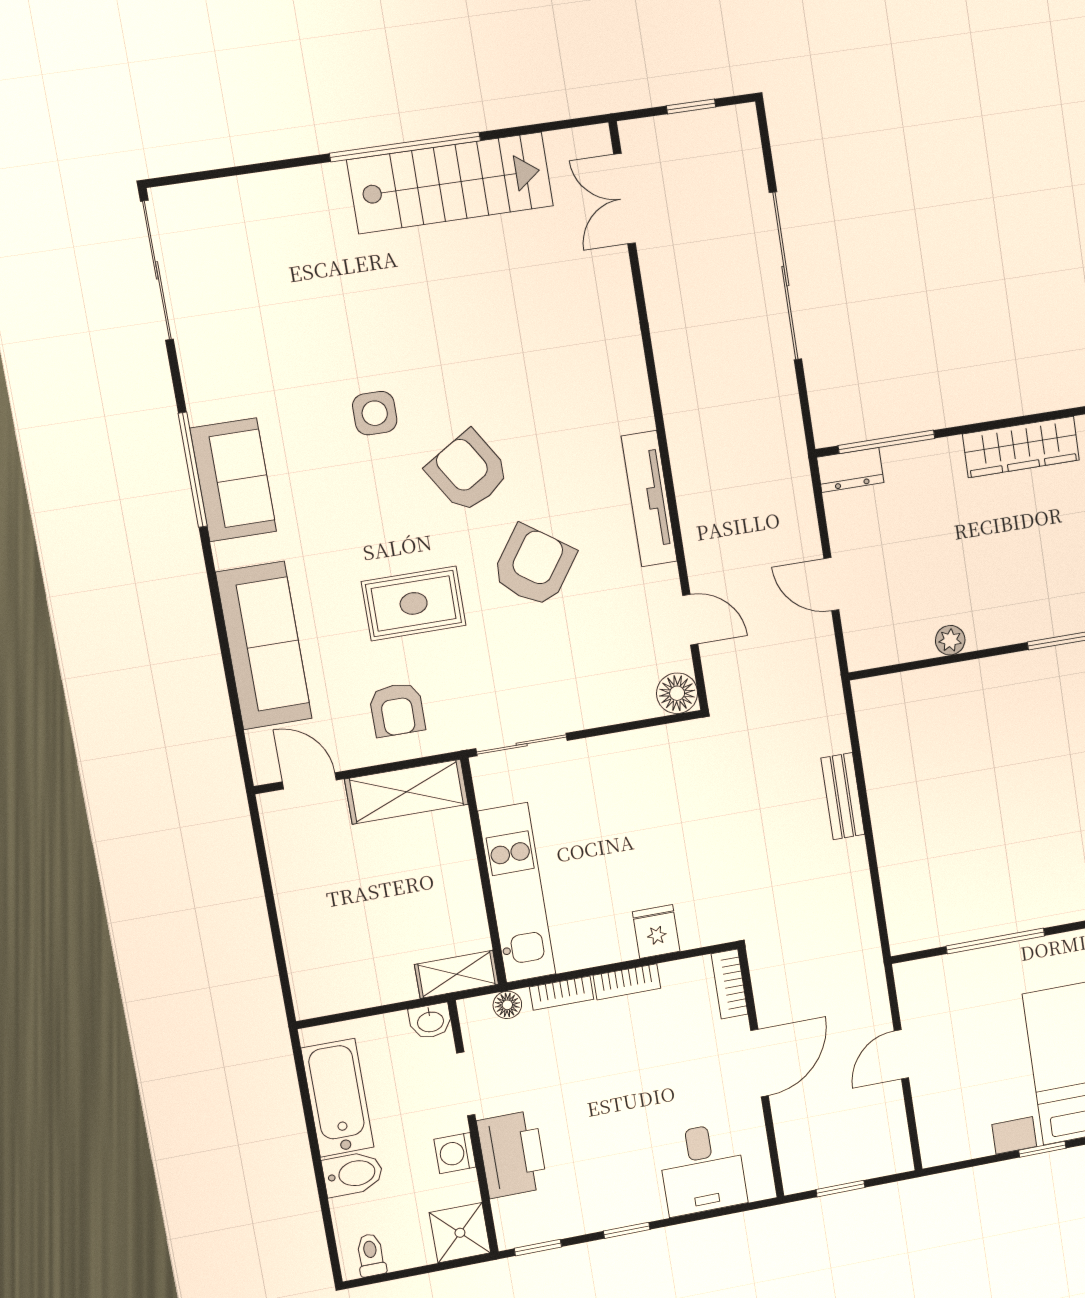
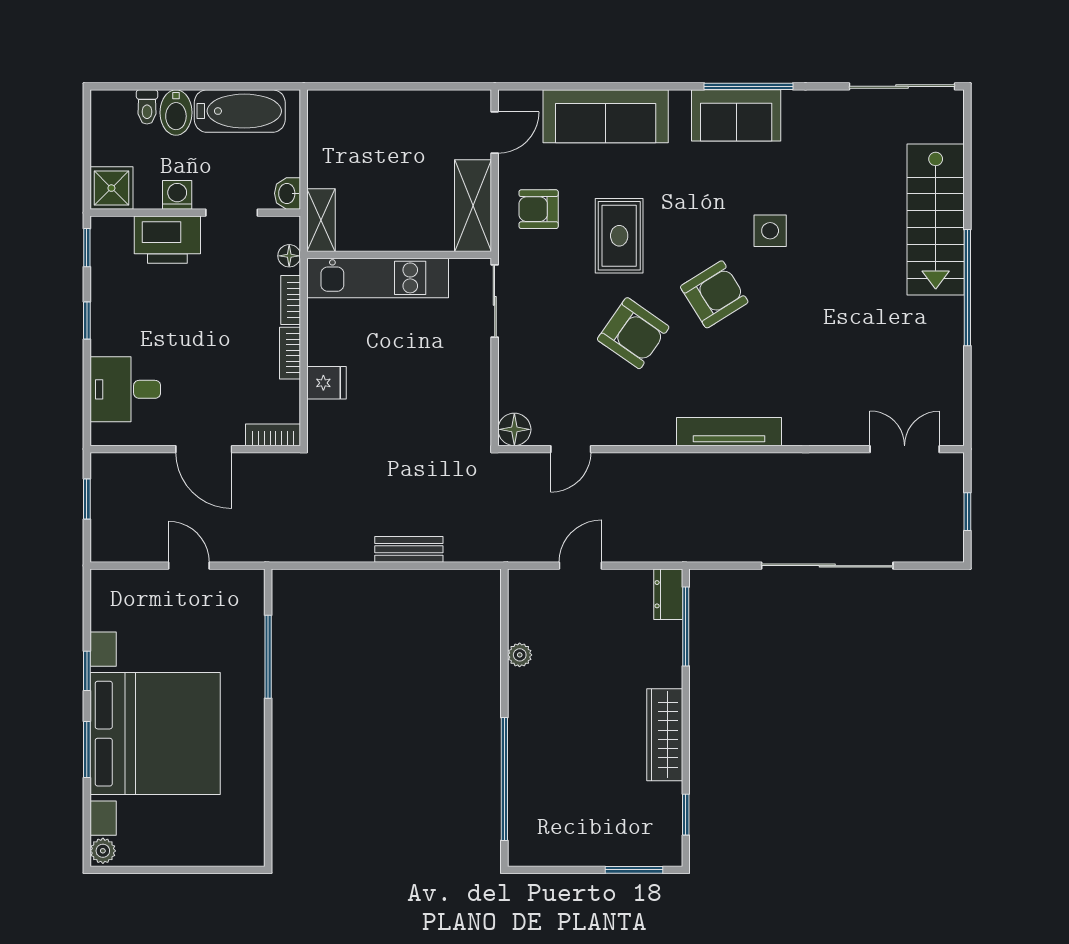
stairs: (450, 183) -> (936, 219), moved
tv unit: (649, 499) -> (729, 432), moved
toilet: (371, 1255) -> (147, 107), moved, turned 90

